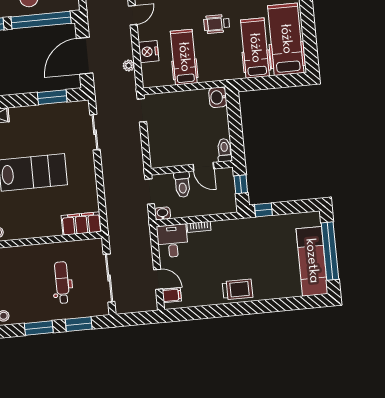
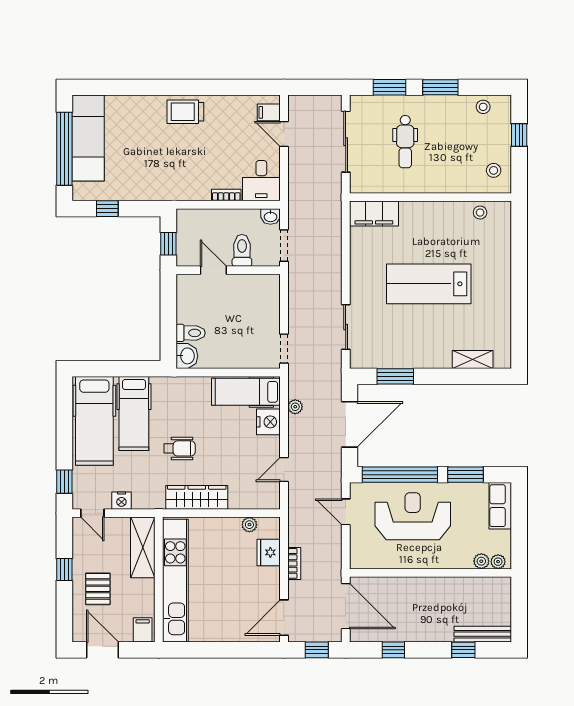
hospital bed: (184, 57) -> (246, 392), moved, turned 90
toilet: (224, 150) -> (191, 333), moved, turned -90
window: (263, 210) -> (107, 209), moved

